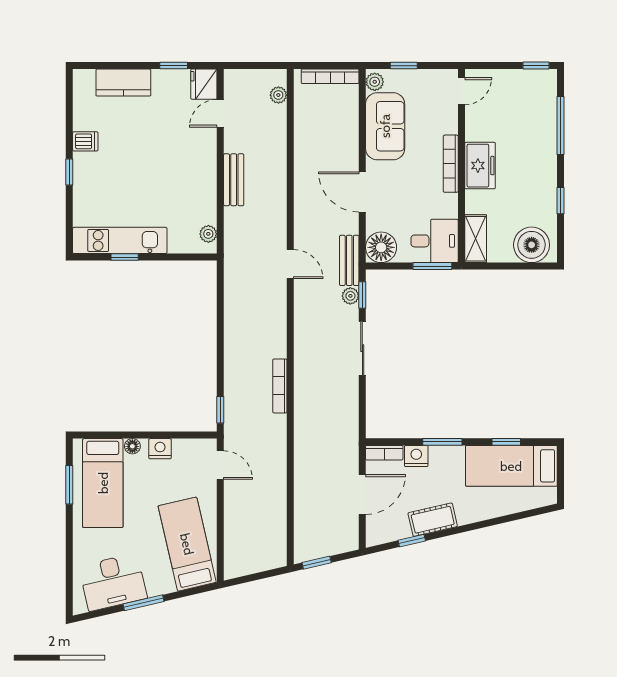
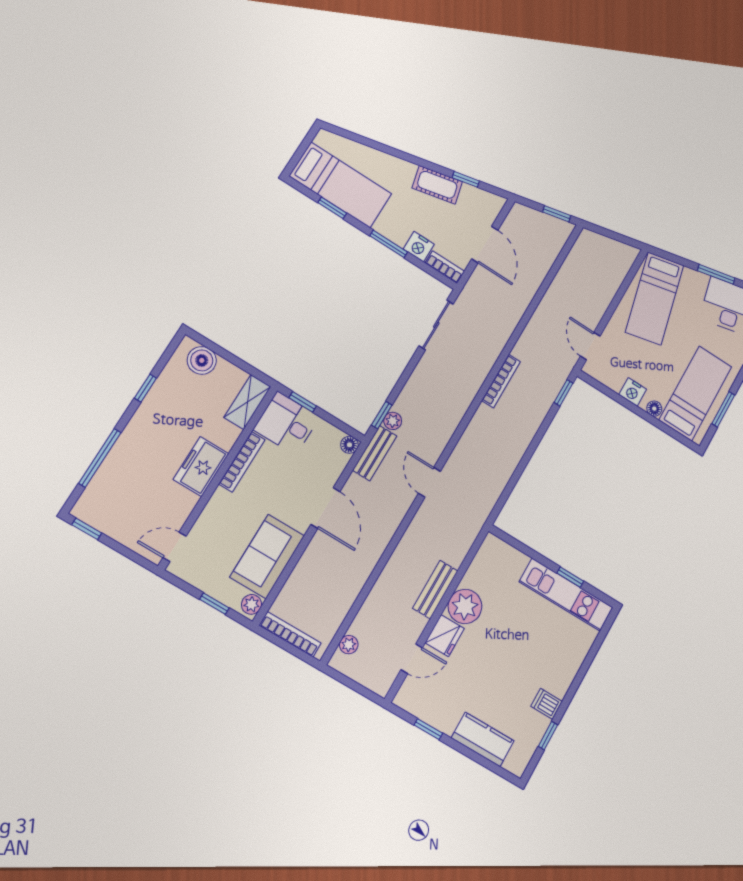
fridge: (204, 84) -> (445, 636), moved
bookcase: (451, 164) -> (242, 462), moved
window: (69, 172) -> (548, 736), moved
plant: (208, 234) -> (465, 606), moved, width x1.88, depth x1.88
boiler: (532, 245) -> (202, 360), width x0.73, depth x0.73
floor lamp: (381, 247) -> (349, 445), width x0.53, depth x0.53
window: (432, 266) -> (303, 402), width x0.67
sliding door: (362, 348) -> (436, 325), moved
door: (362, 494) -> (485, 245), swing flipped

